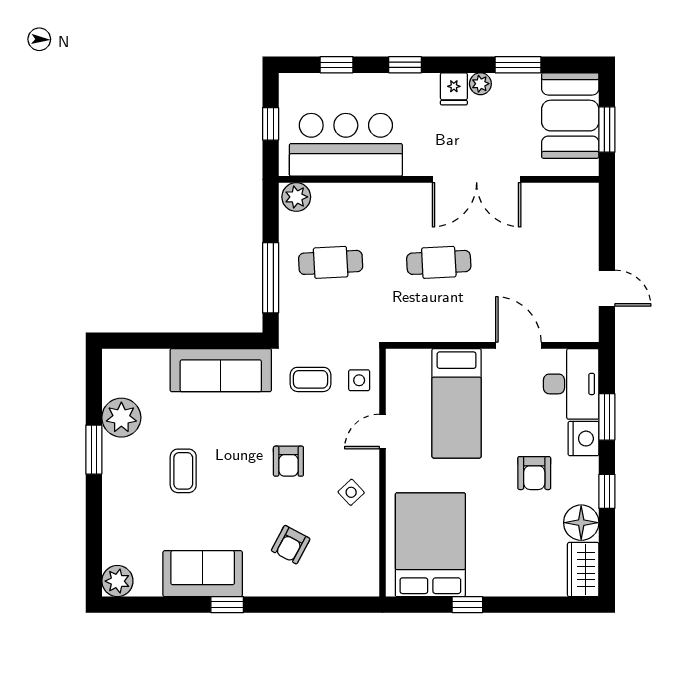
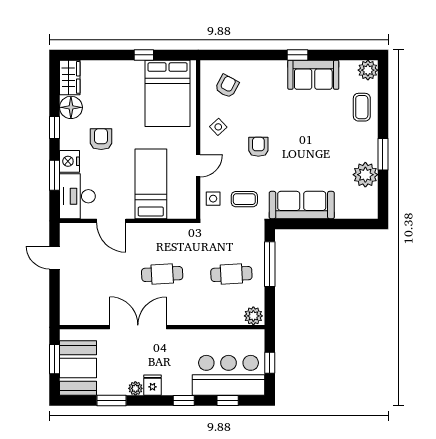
bar counter: (346, 145) -> (229, 375), moved, turned 180
coffee table: (183, 471) -> (362, 107), moved
armchair: (291, 545) -> (227, 86), moved

